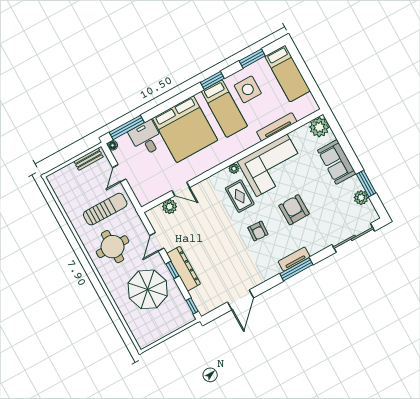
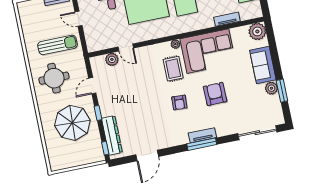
tv unit: (277, 127) -> (227, 19), width x0.71
door: (119, 173) -> (78, 19), hinge flipped
plant: (361, 198) -> (271, 88), moved
dresser: (184, 269) -> (112, 135), moved

